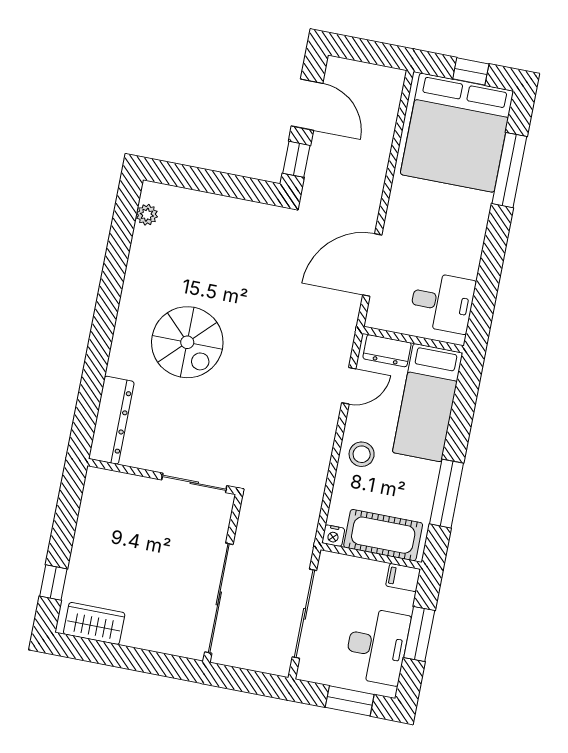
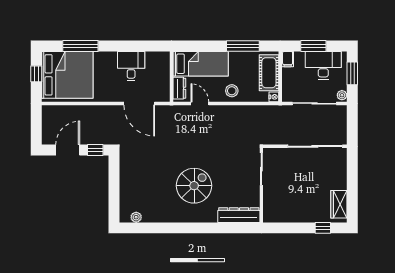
desk: (442, 302) -> (131, 66), moved
plant: (310, 672) -> (342, 95), added

